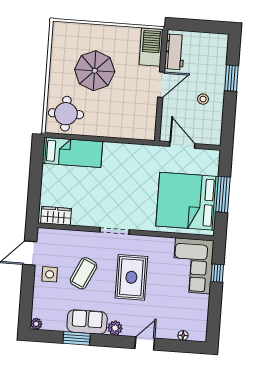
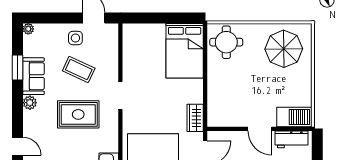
parasol: (95, 71) -> (284, 49), moved
bed: (72, 152) -> (185, 51), width x1.50
wardrobe: (56, 216) -> (195, 118), moved, turned 180
door: (145, 343) -> (17, 146), moved

